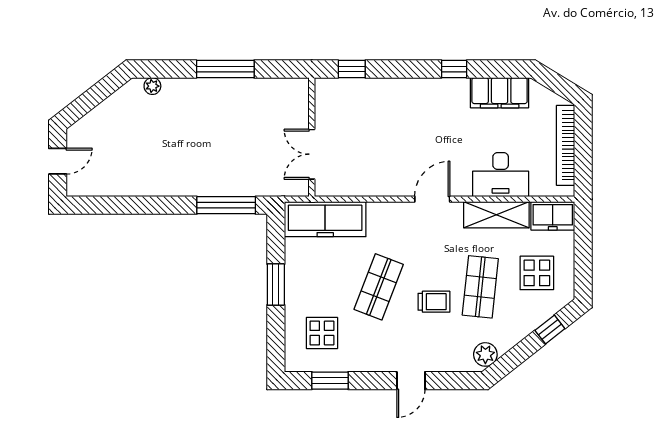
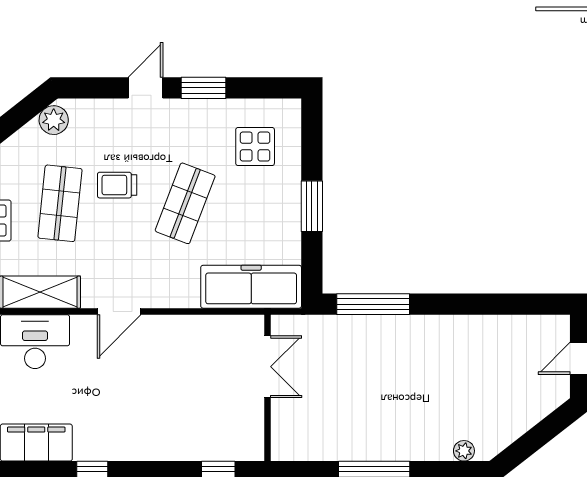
window: (330, 381) -> (204, 88), moved

